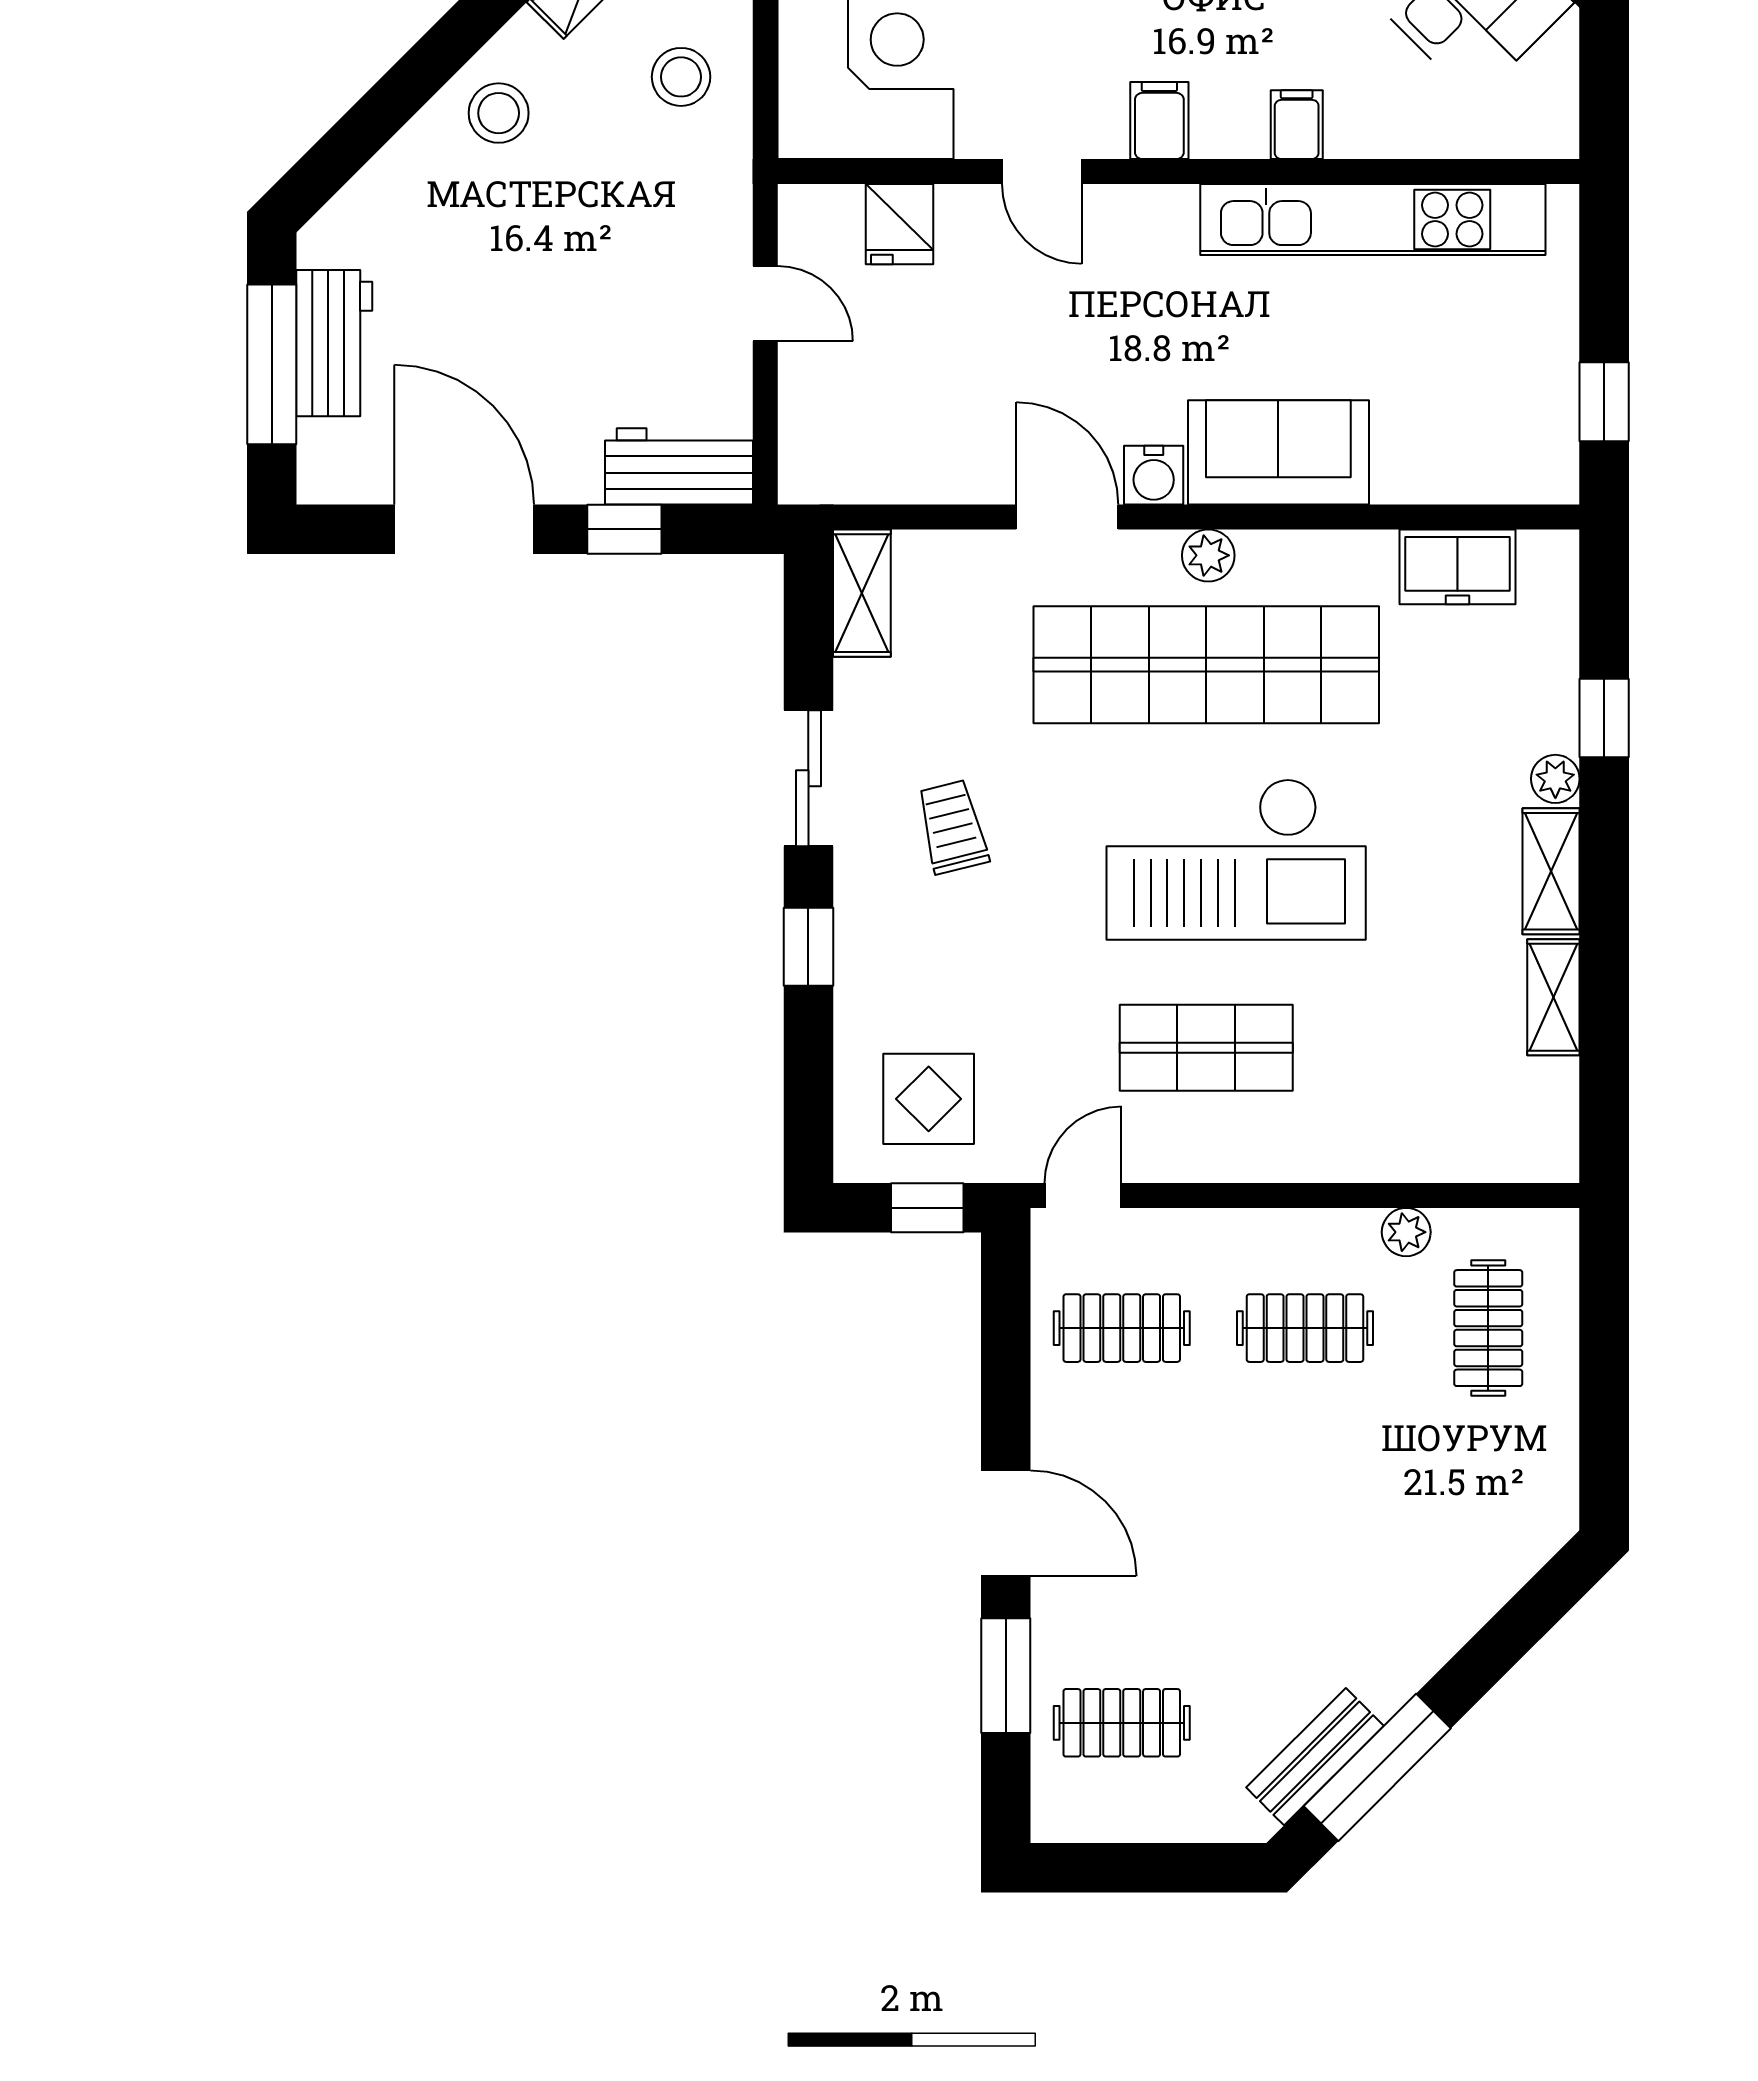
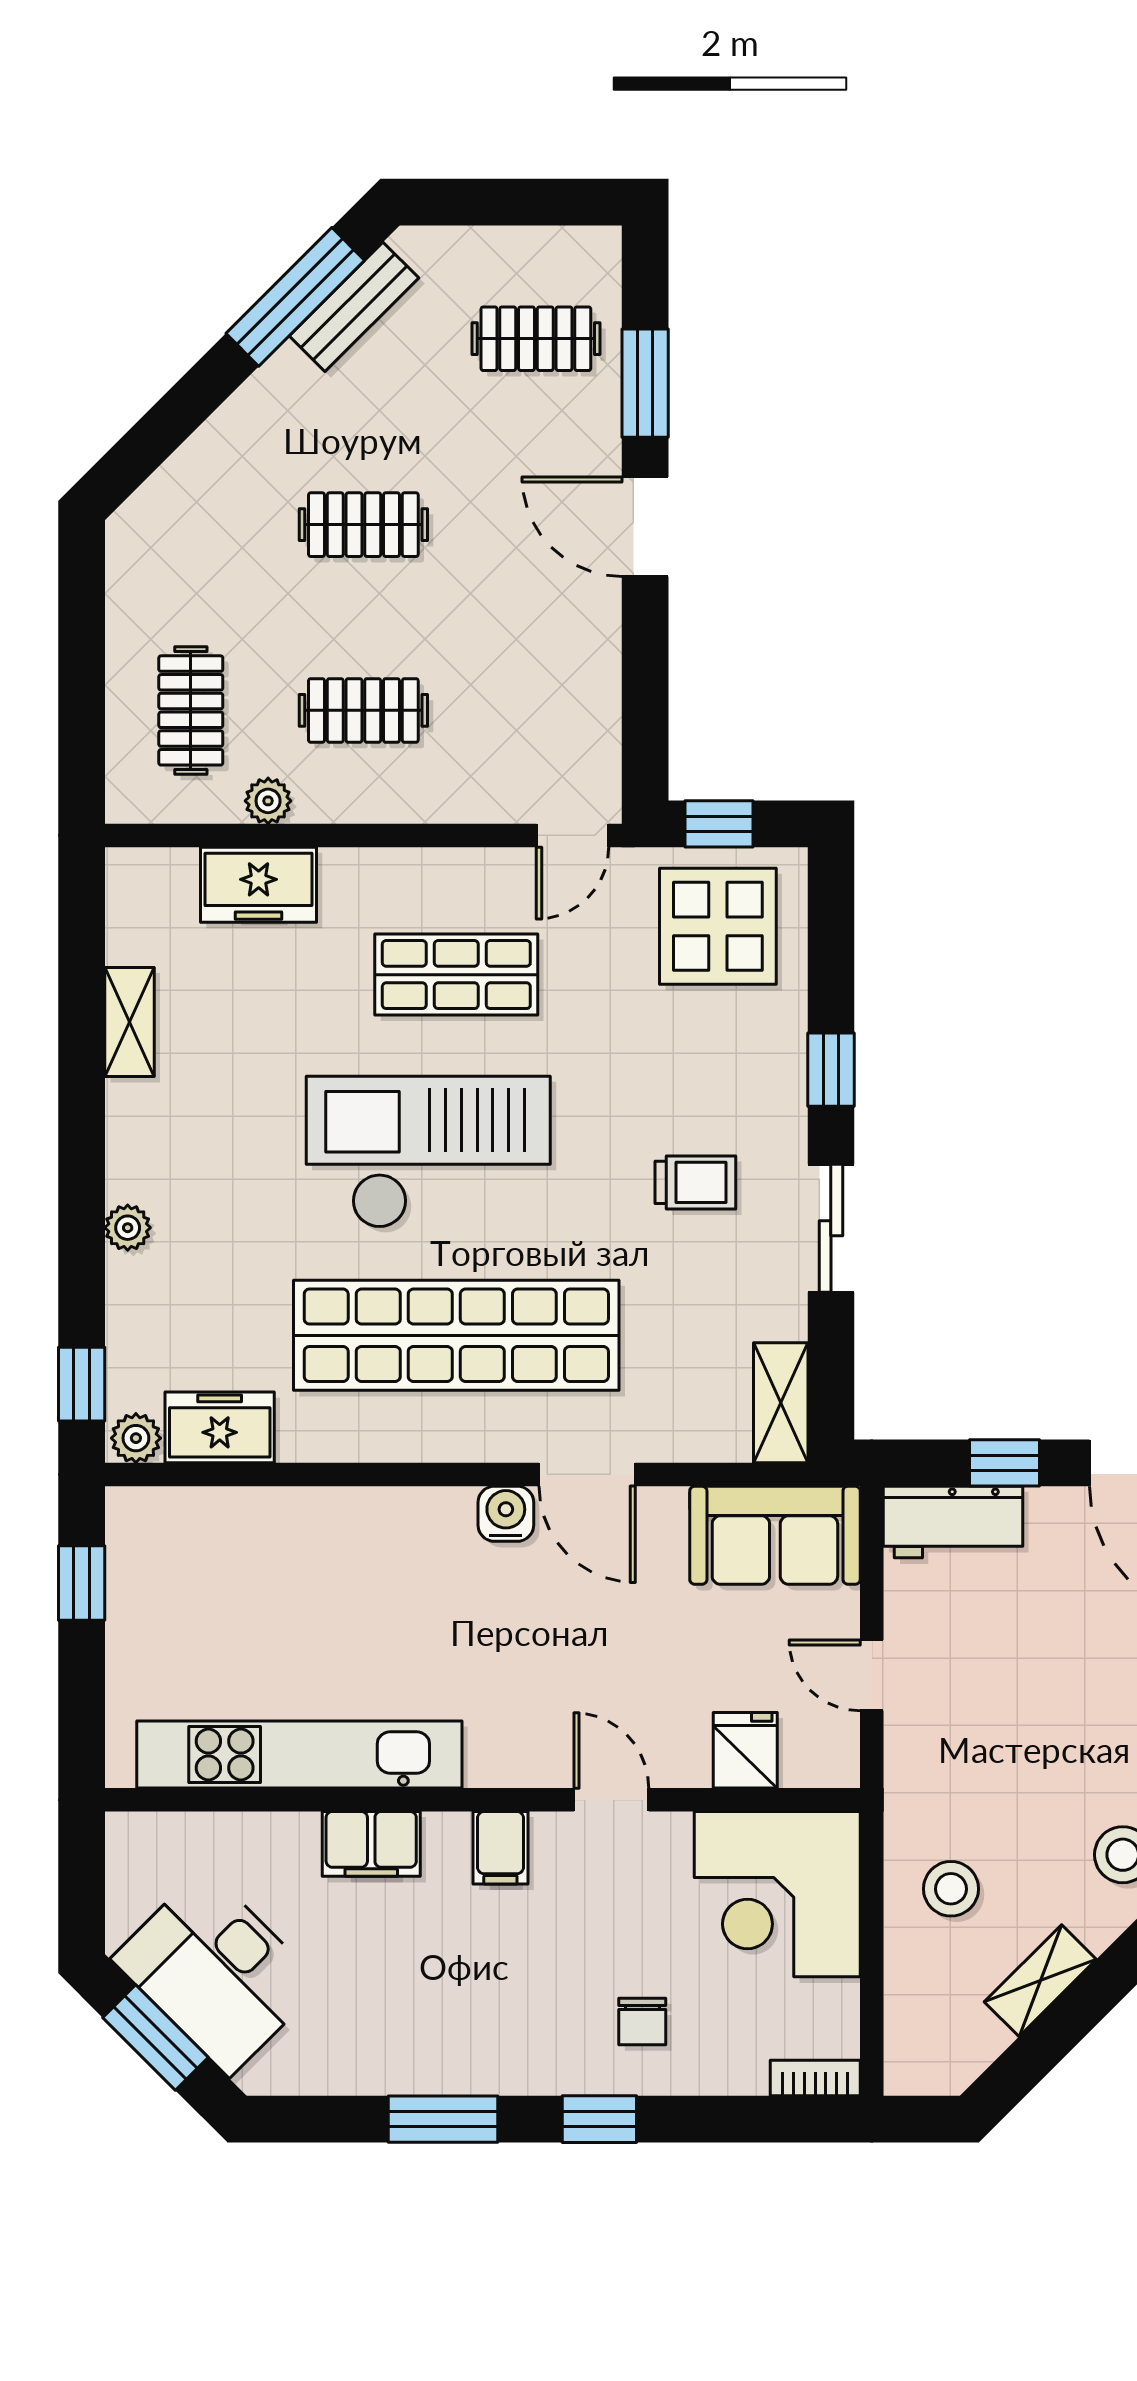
filing cabinet: (1297, 125) -> (371, 1844), width x2.00
sofa: (1278, 452) -> (775, 1535), moved
plant: (1208, 555) -> (136, 1438), moved
window: (1604, 718) -> (82, 1384), moved
trolley: (952, 827) -> (695, 1182), turned -76
shelving: (1551, 871) -> (132, 1141), removed
display table: (929, 1099) -> (718, 926), width x1.36, depth x1.36
freezer: (1416, 1143) -> (259, 885), added
clothes rail: (1122, 1328) -> (363, 525), moved

